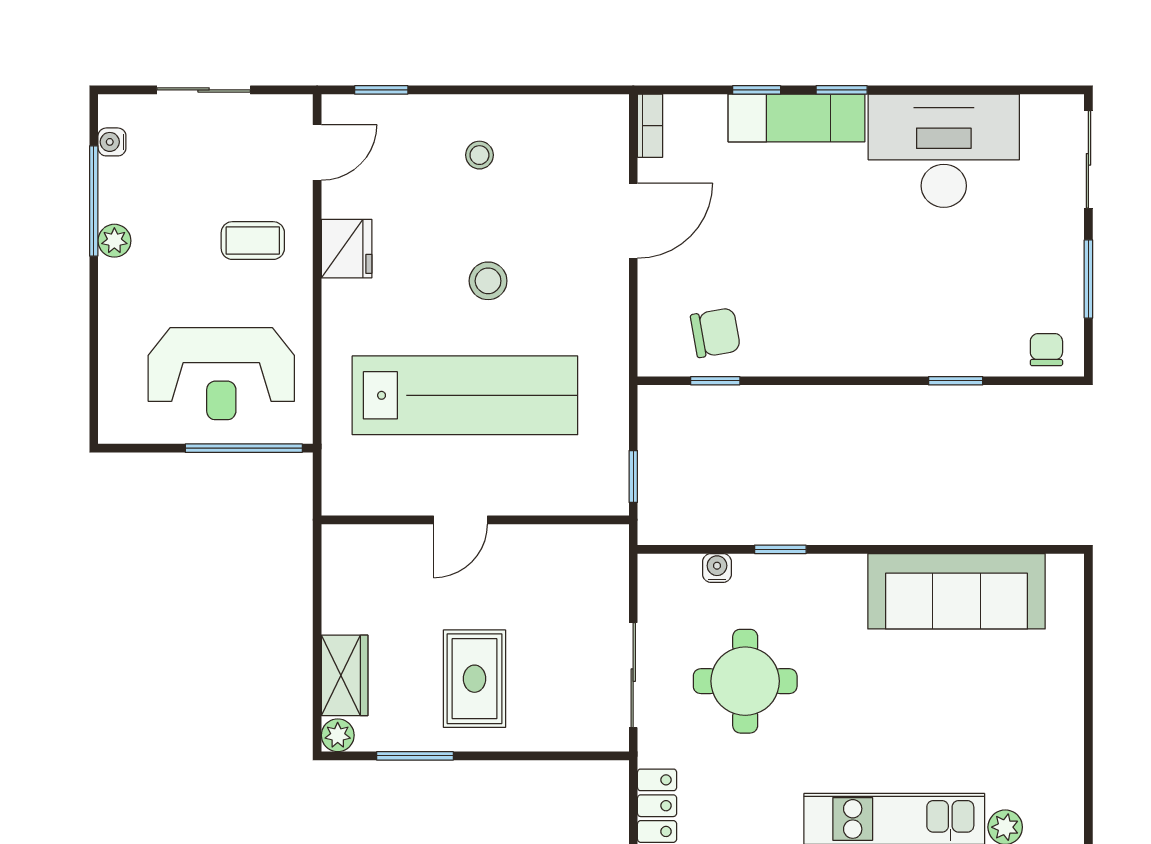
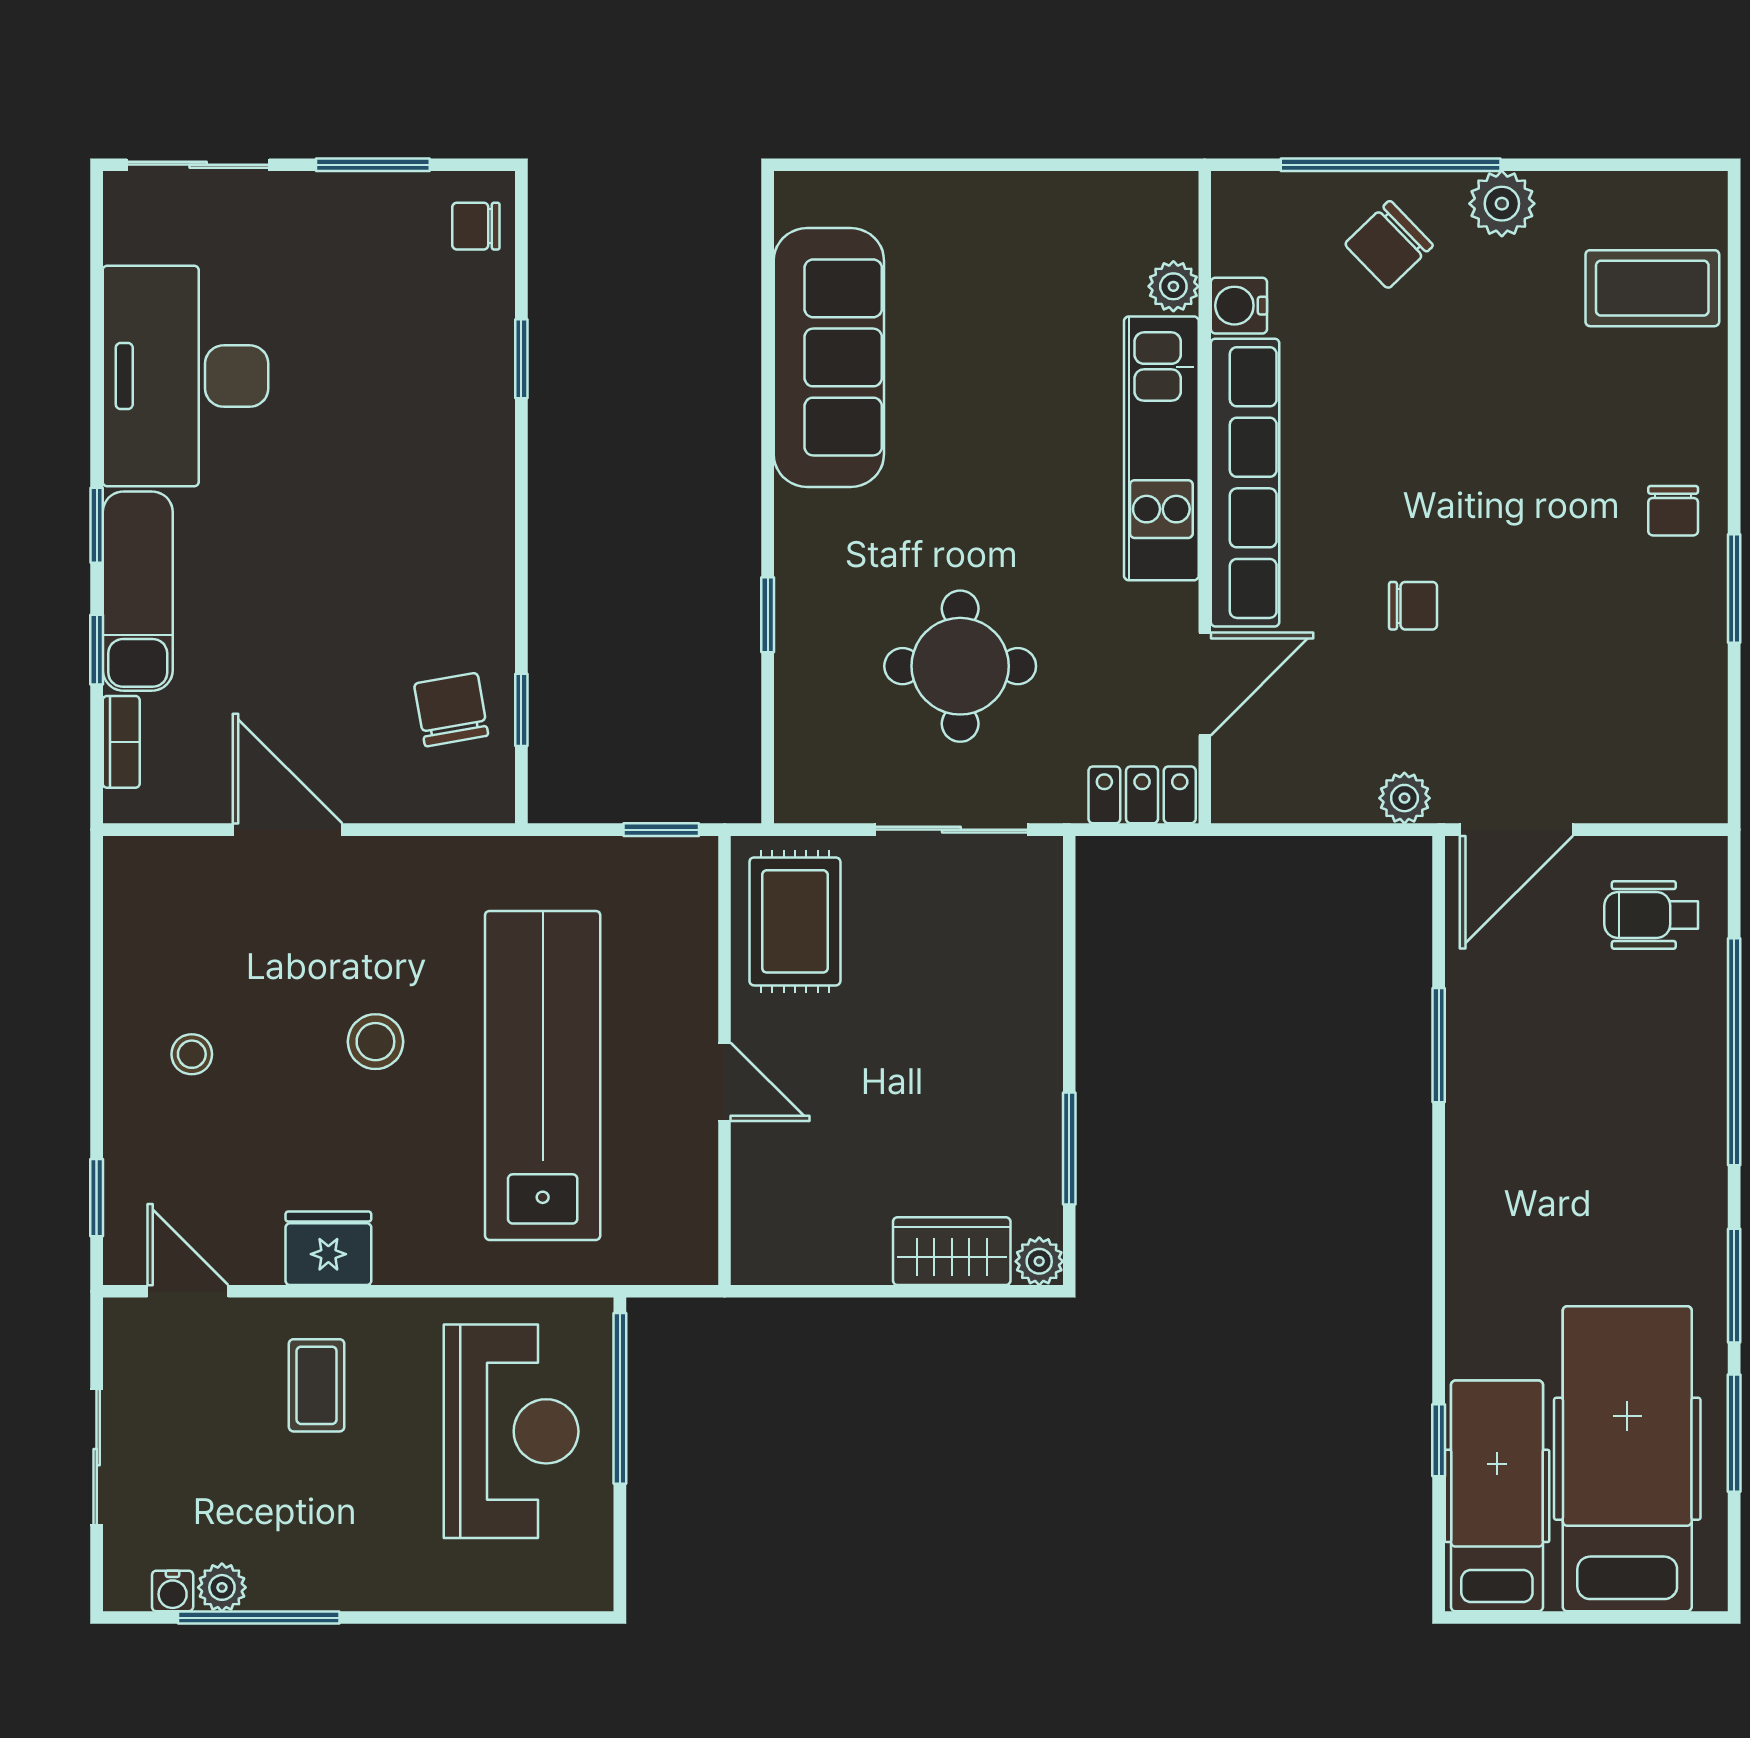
bookcase: (650, 126) -> (121, 742), moved, turned 90
plant: (114, 241) -> (222, 1587), moved
water cooler: (717, 568) -> (795, 707), removed
rug: (474, 679) -> (795, 921), moved, turned 90

